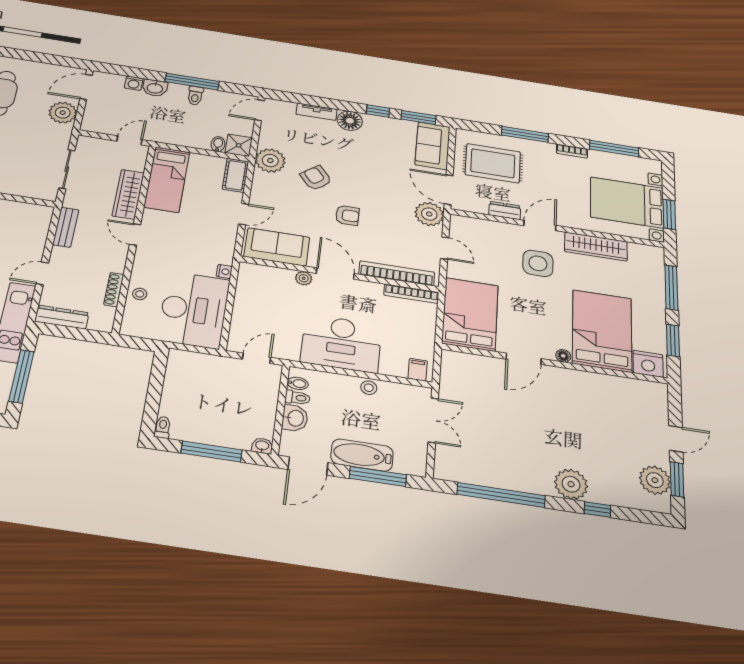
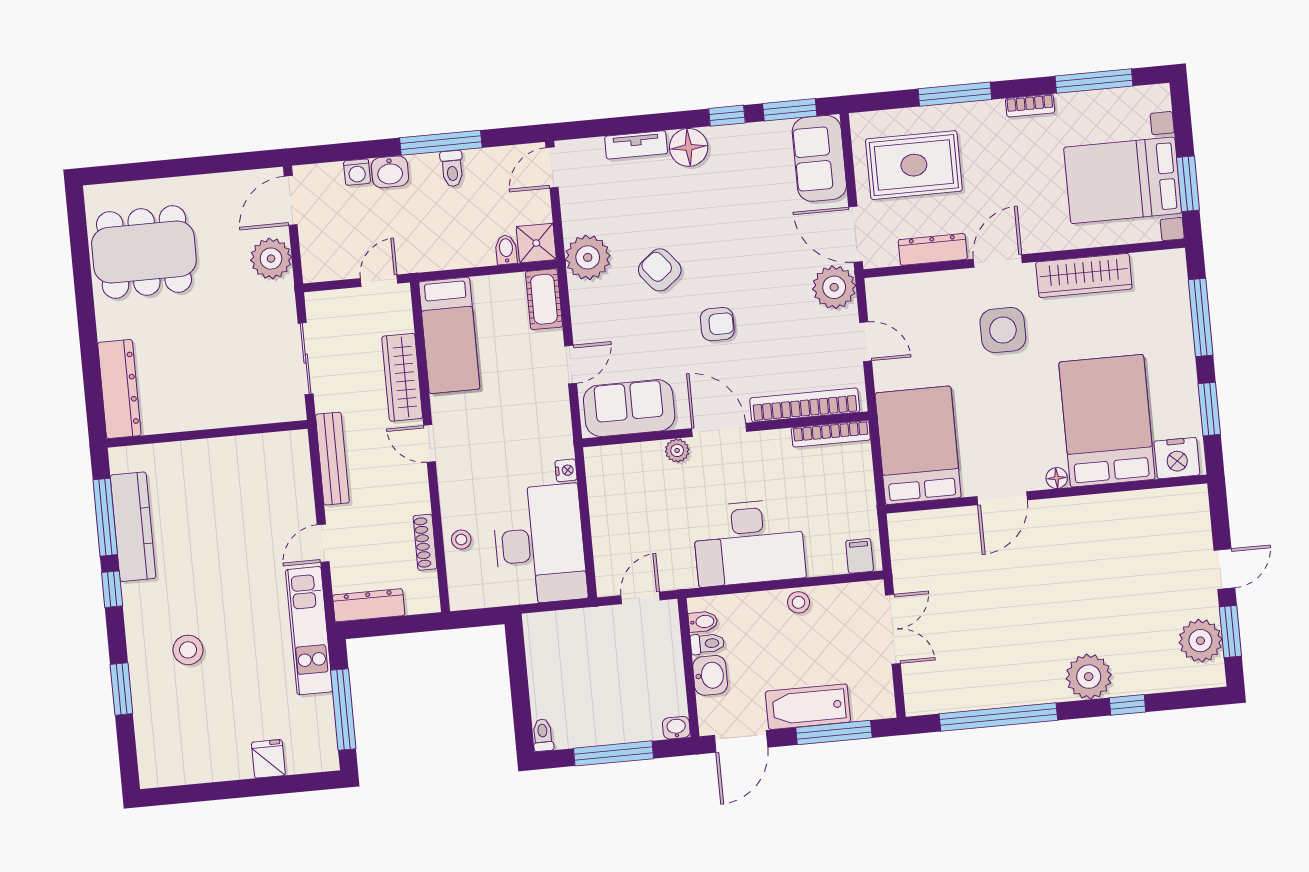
dresser: (505, 210) -> (933, 249), width x1.44
bench: (66, 227) -> (332, 459), width x1.36

